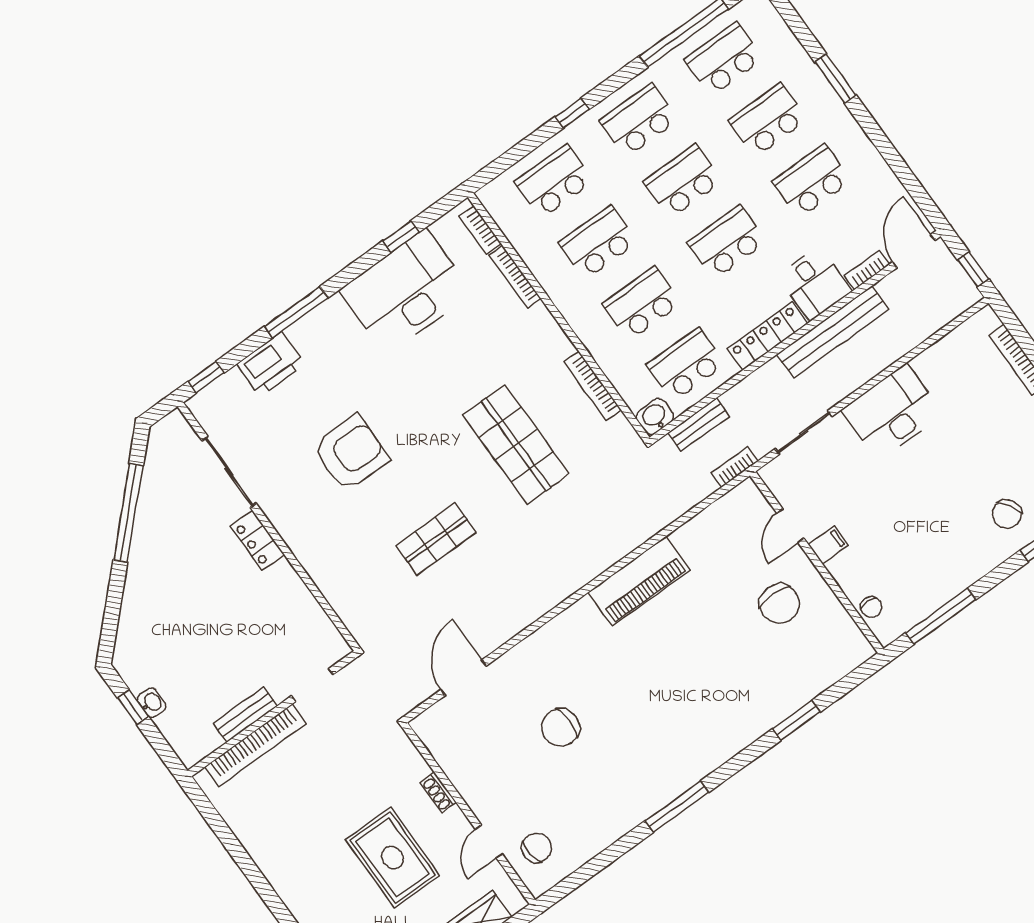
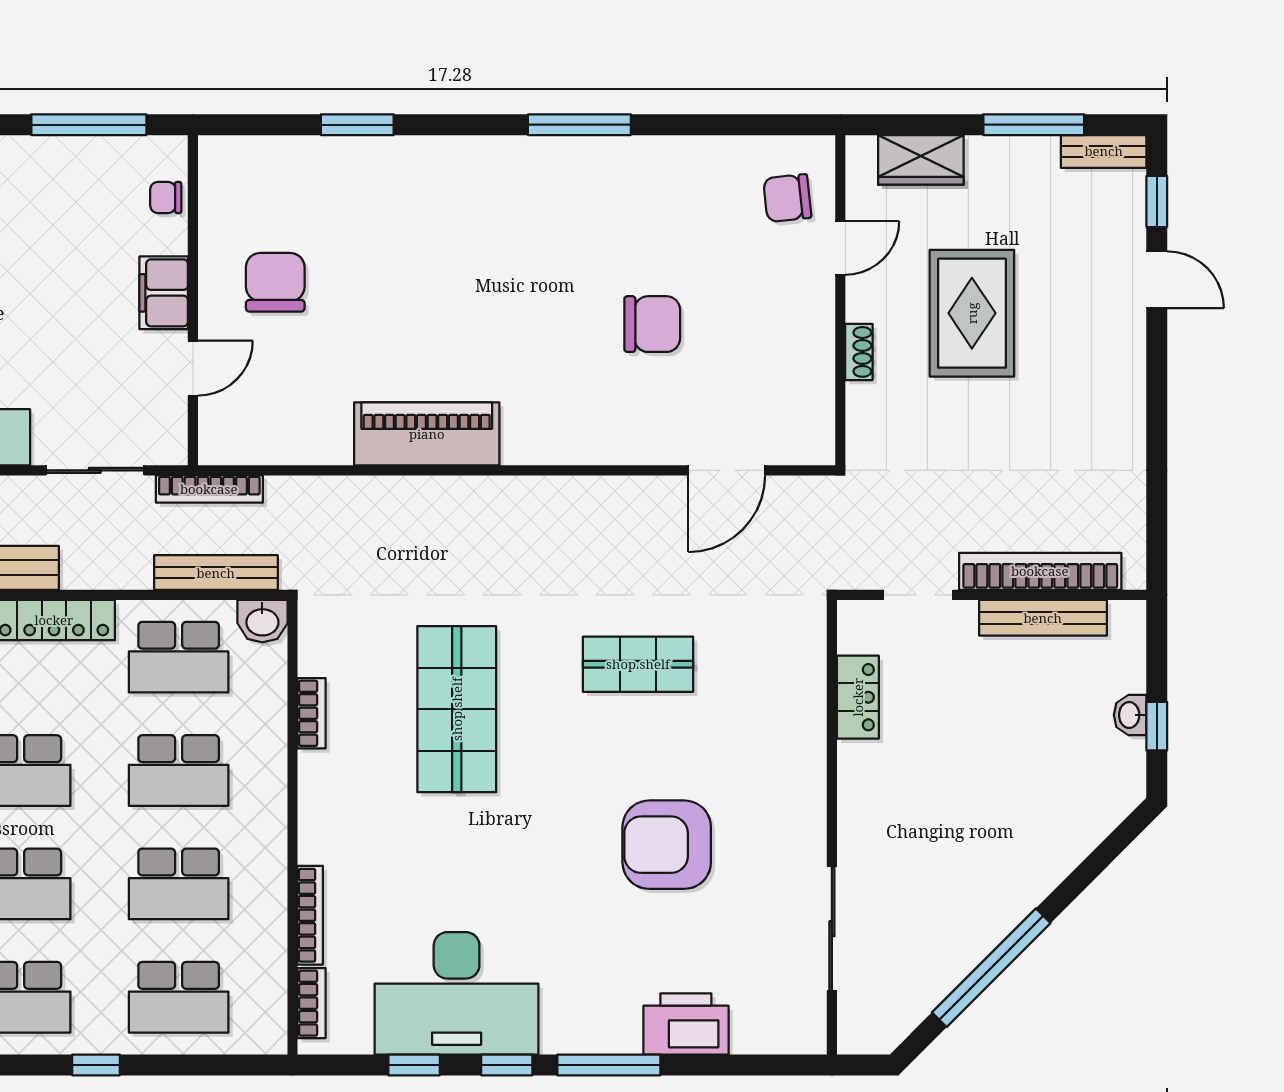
window: (206, 377) -> (507, 1065), moved
bookcase: (593, 386) -> (312, 713), width x0.64
bench: (699, 425) -> (216, 573), width x1.36
bookcase: (735, 467) -> (209, 489), width x1.56
locker: (257, 540) -> (858, 697), moved
filing cabinet: (828, 545) -> (164, 293), width x2.00
chair: (871, 607) -> (166, 197), turned -90
bench: (245, 715) -> (1043, 618), width x1.36

